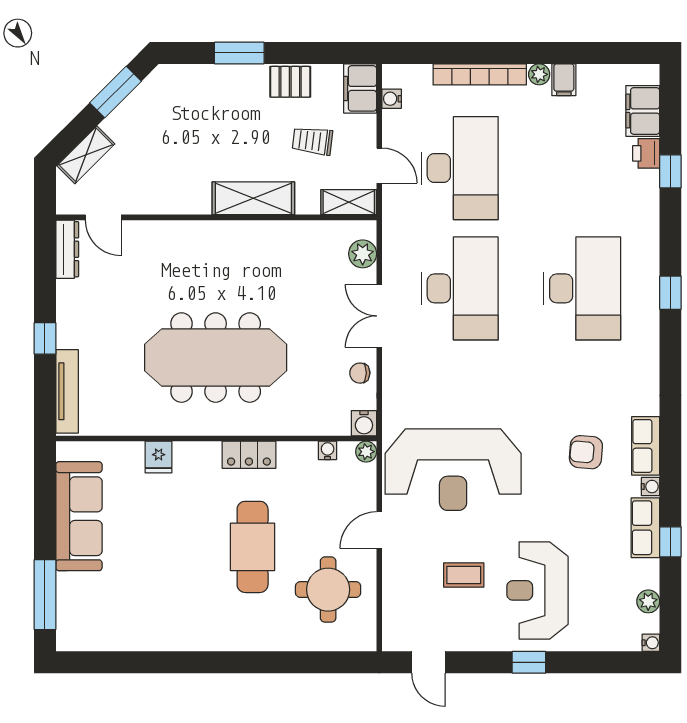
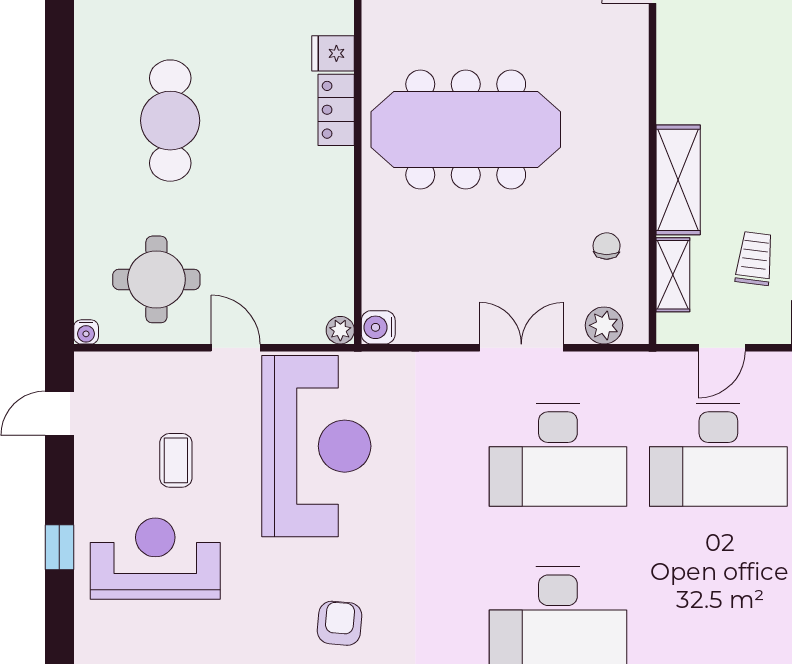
shelving: (349, 202) -> (673, 275), moved
meeting table: (216, 358) -> (466, 129), turned 90
chair: (360, 373) -> (607, 246), moved
water cooler: (328, 450) -> (86, 332), moved, turned 90
locker: (249, 455) -> (336, 110), moved
reception desk: (453, 470) -> (316, 446), turned 180
cafe table: (253, 547) -> (170, 121), moved, turned 90

